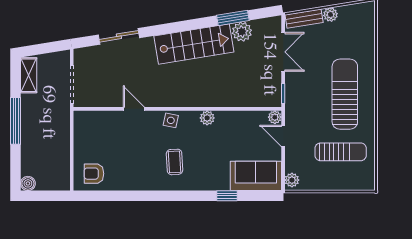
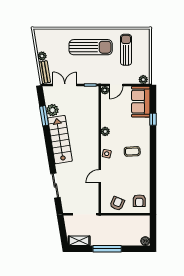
sun lounger: (345, 94) -> (91, 47), turned 180
armchair: (89, 138) -> (117, 204), added

